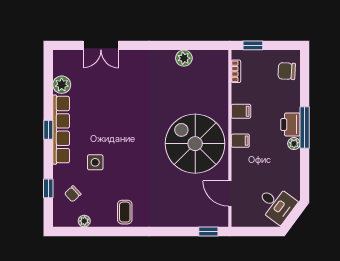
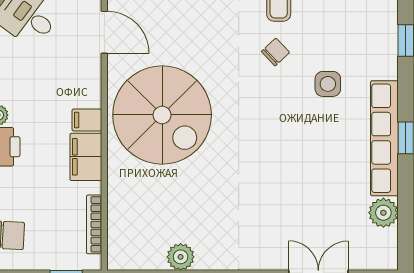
bookcase: (236, 71) -> (94, 224), width x1.56
filing cabinet: (241, 111) -> (86, 157), width x2.00
chair: (73, 194) -> (275, 52), moved

